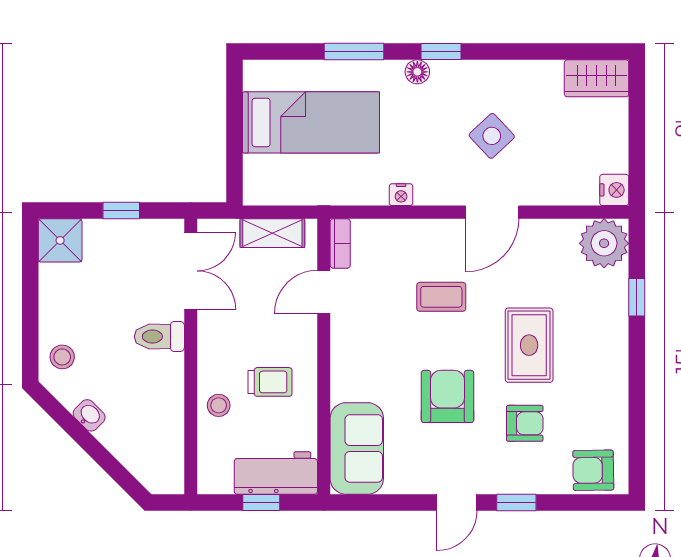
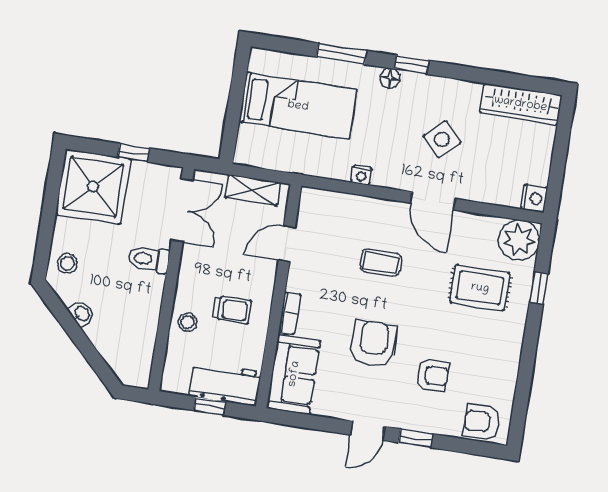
wardrobe: (597, 78) -> (521, 104), width x1.50
door: (492, 212) -> (433, 201), hinge flipped
shower: (60, 240) -> (93, 187), width x1.86, depth x1.86
bookcase: (340, 243) -> (289, 313), moved
rug: (529, 345) -> (480, 288), moved, turned 90

